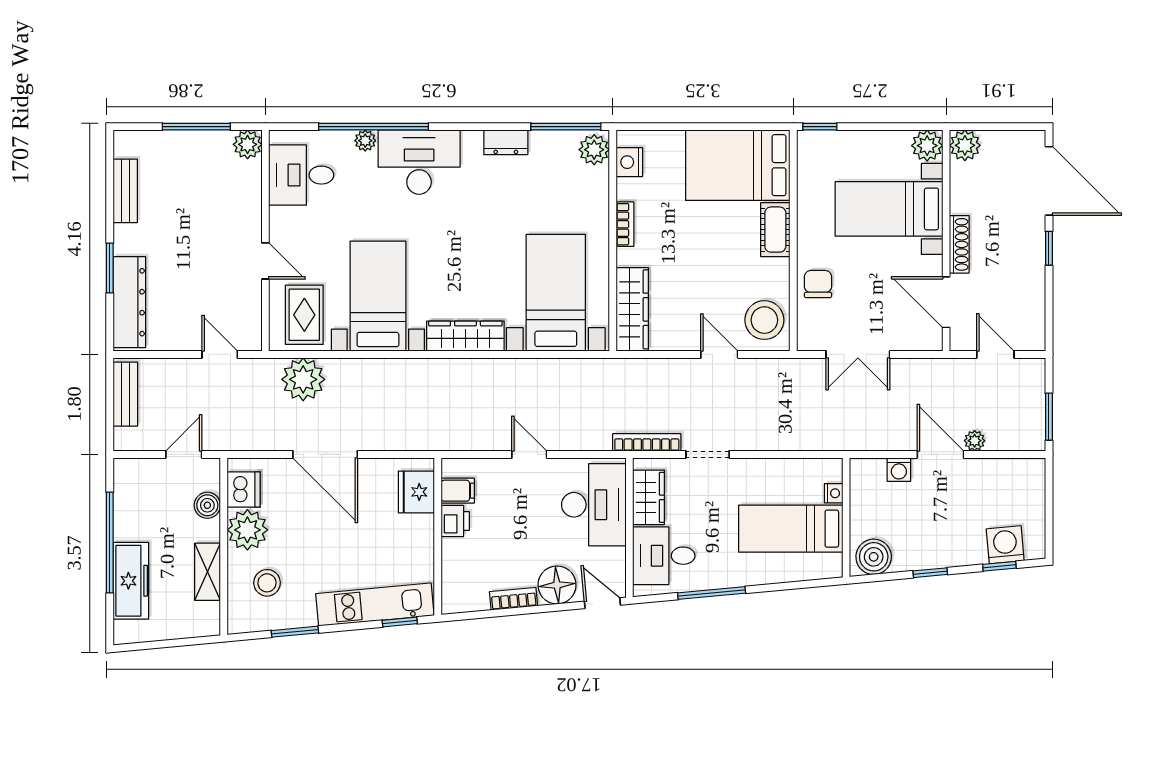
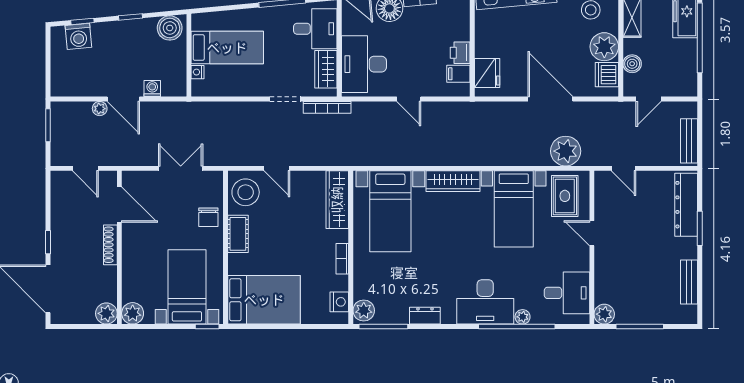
bed with nightstands: (889, 209) -> (187, 287), moved, turned -90
cot: (775, 230) -> (238, 234), moved

